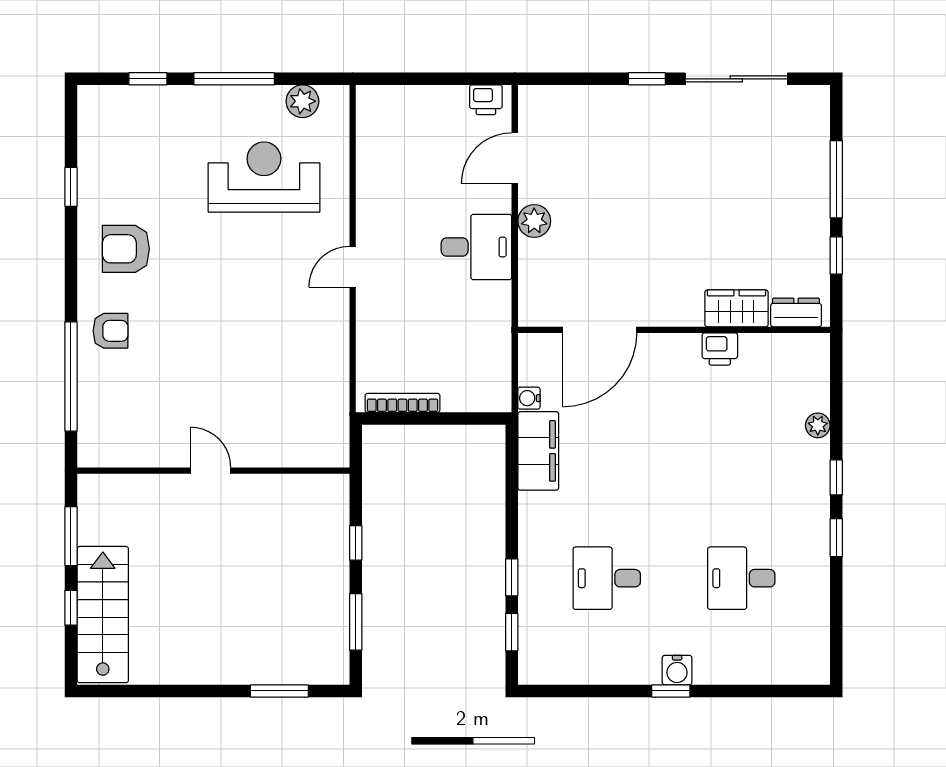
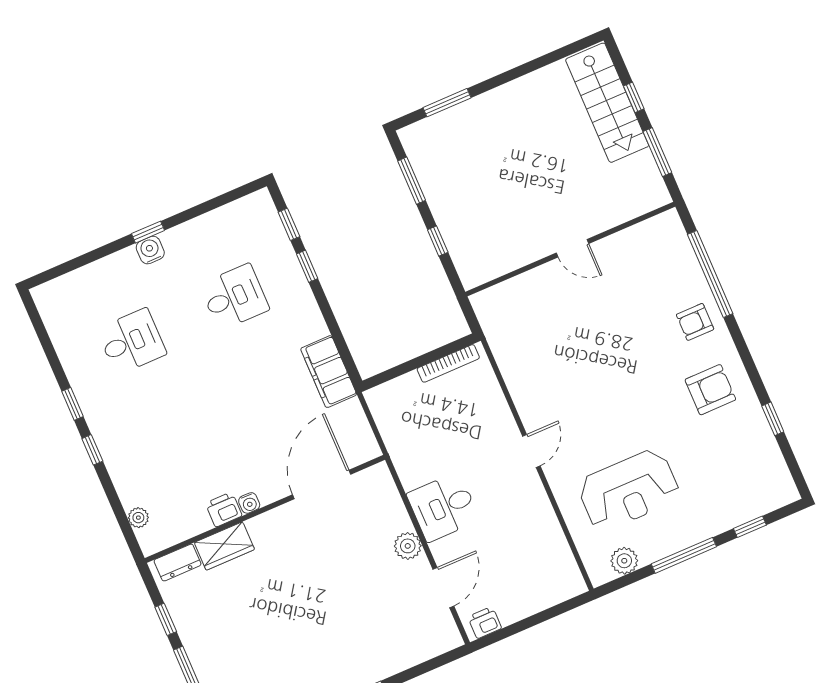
water cooler: (529, 398) -> (249, 503), moved, turned 90
plant: (818, 425) -> (138, 518), moved

